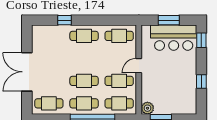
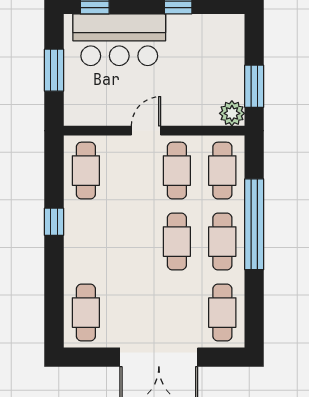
window: (65, 20) -> (54, 222), moved
cafe table: (84, 36) -> (86, 313), moved
bar counter: (174, 38) -> (119, 40), moved, turned 90
door: (139, 66) -> (146, 131), swing flipped

